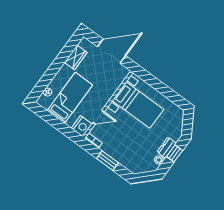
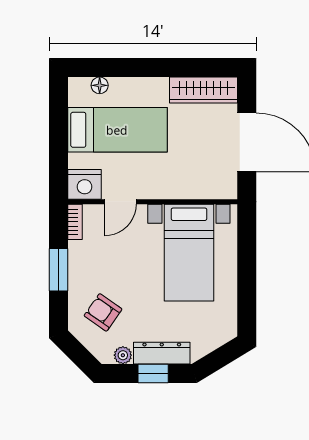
wardrobe: (76, 57) -> (203, 90), width x1.50
door: (99, 117) -> (120, 202), hinge flipped
dresser: (167, 148) -> (162, 353), width x1.44
armchair: (137, 155) -> (103, 312), added

